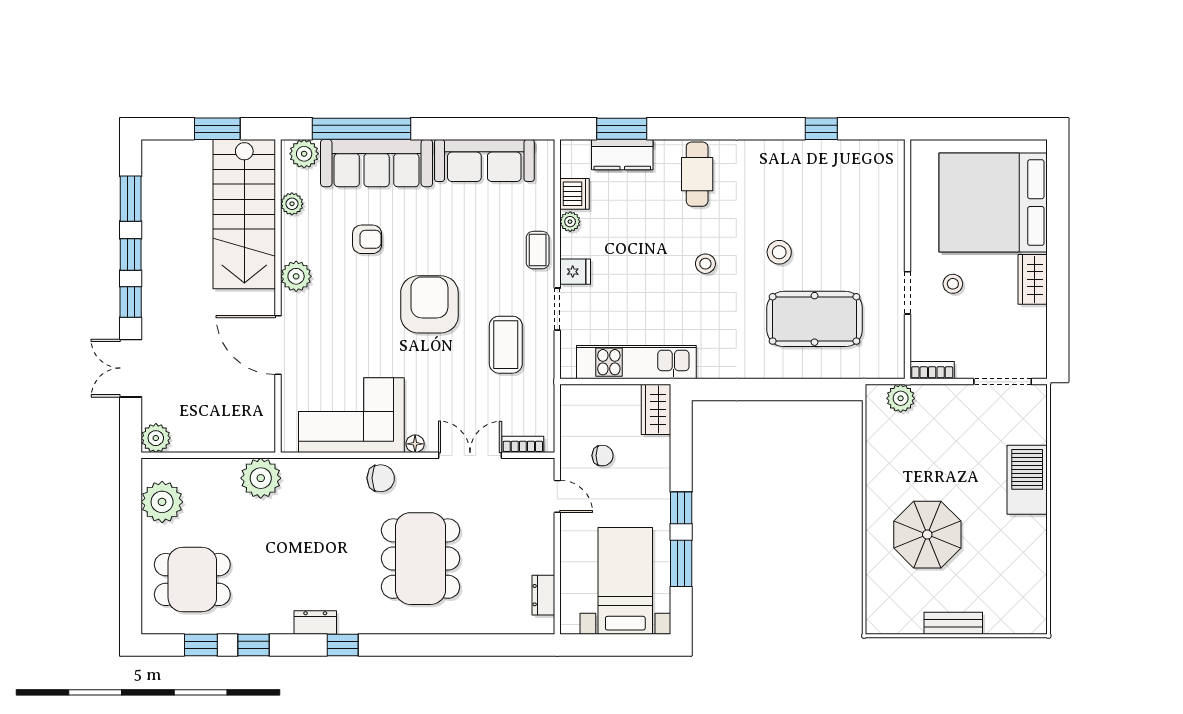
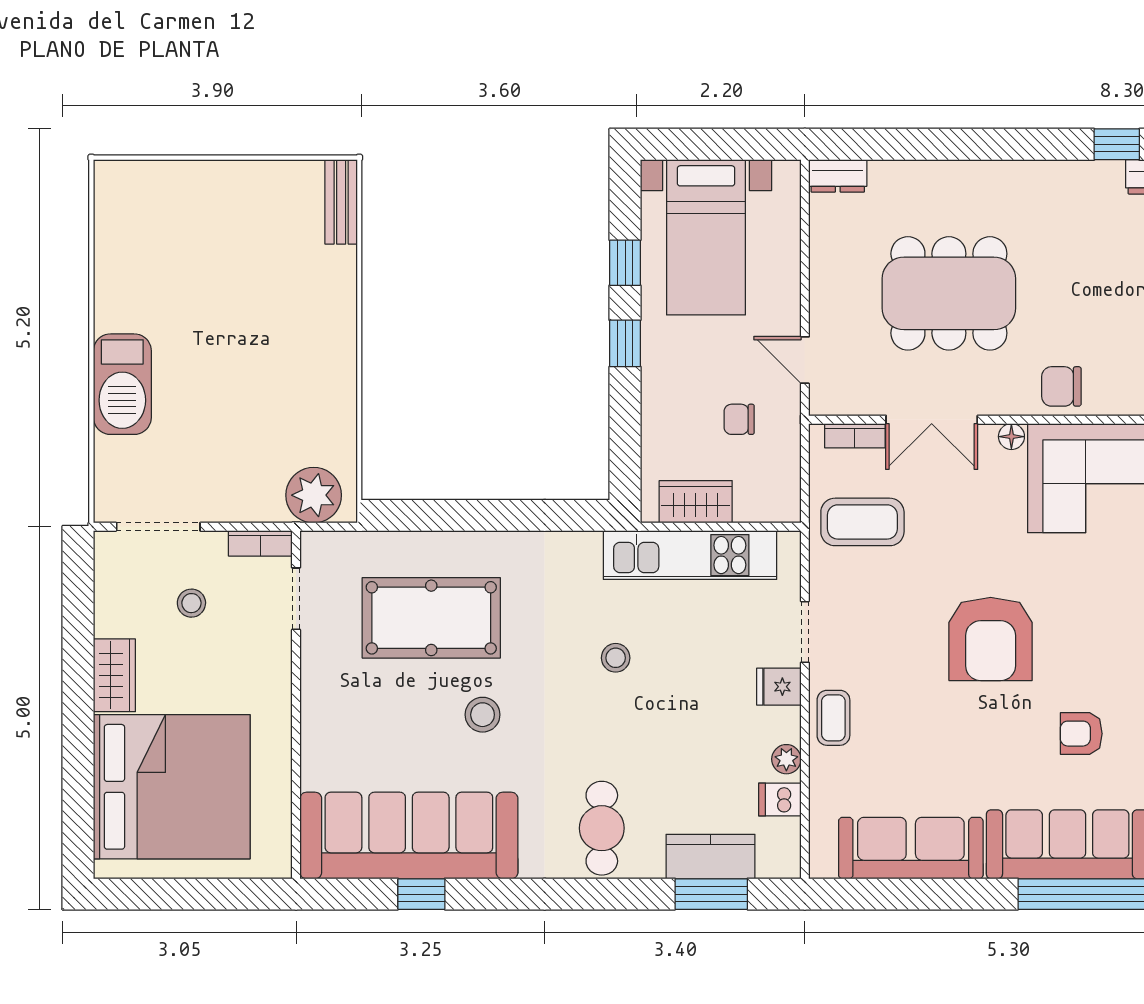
sofa: (830, 169) -> (409, 835), added
dishwasher: (575, 194) -> (780, 800), width x0.73
stool: (705, 264) -> (616, 658), moved
stool: (953, 284) -> (191, 603), moved
doorway: (908, 293) -> (296, 599), moved
coffee table: (506, 345) -> (862, 522), moved, turned 90
plant: (901, 398) -> (314, 495), width x1.36, depth x1.36
wardrobe: (656, 409) -> (696, 502), moved, turned -90
parasol: (927, 535) -> (267, 305), removed
dining table: (421, 559) -> (949, 293), moved, turned 90
window: (681, 563) -> (625, 263), width x0.67
dresser: (543, 595) -> (838, 176), moved, turned 90
bench: (953, 623) -> (341, 202), moved, turned 90

